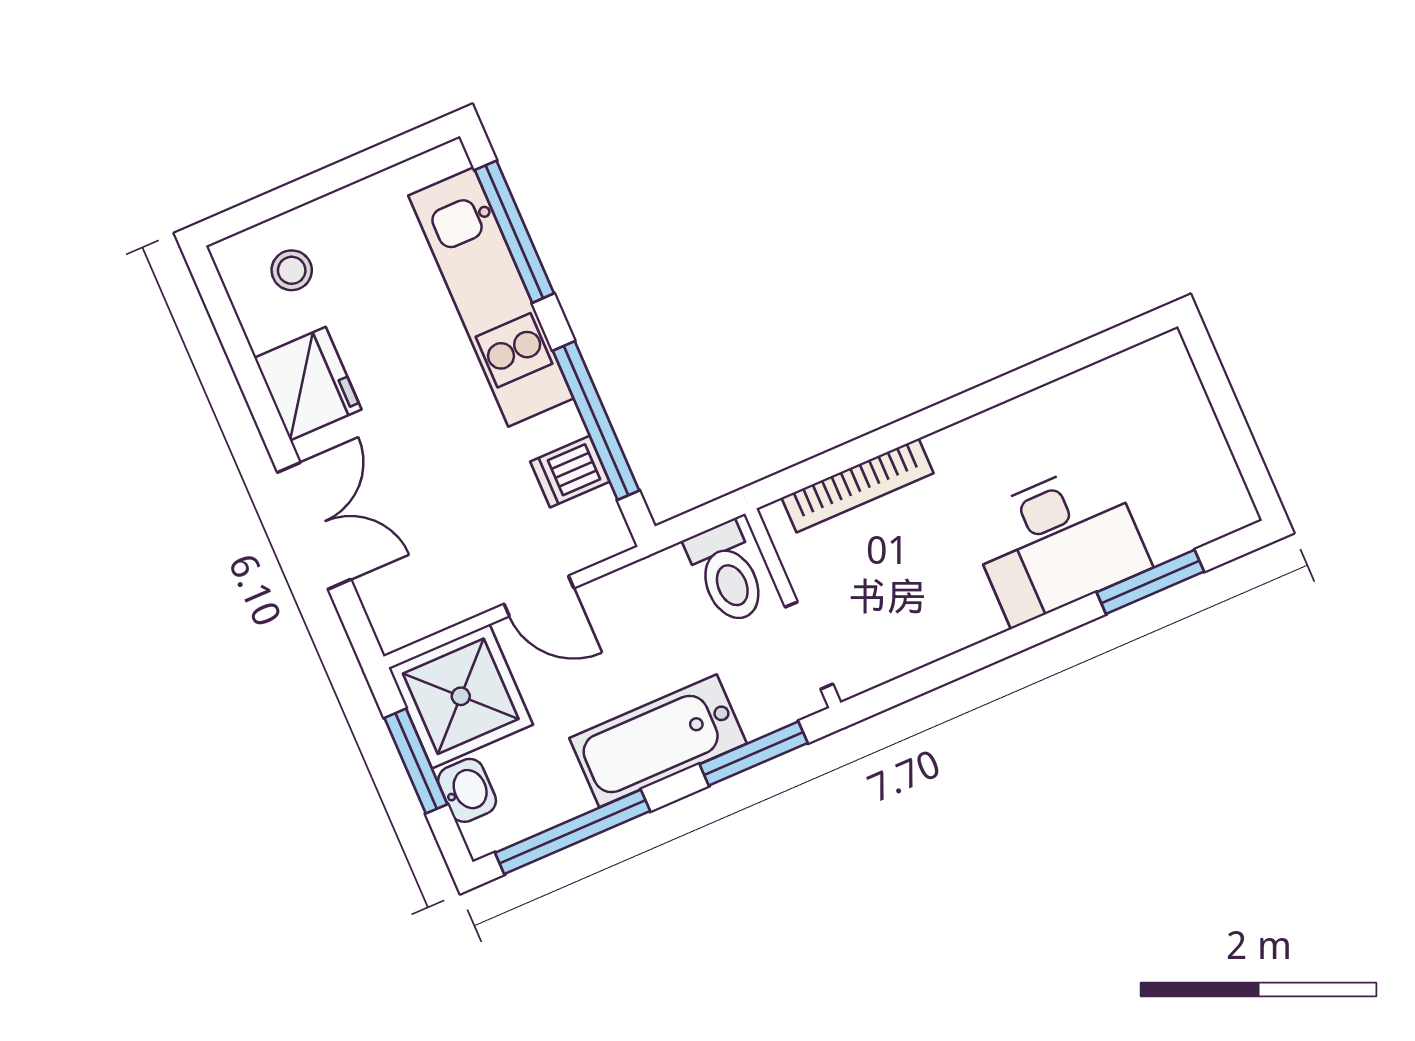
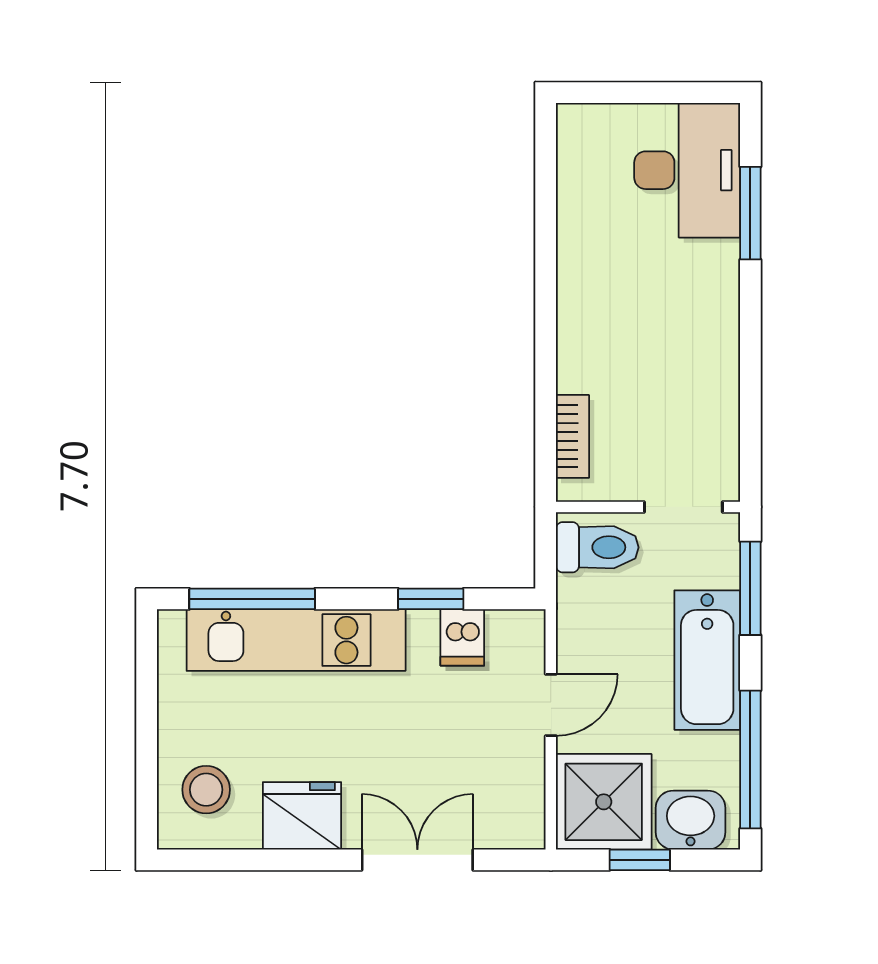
stool: (292, 270) -> (206, 790), width x1.37, depth x1.37
window: (596, 421) -> (431, 599), width x0.46
bookcase: (857, 485) -> (572, 436), width x0.64
desk: (1058, 543) -> (687, 170), moved
window: (416, 761) -> (640, 860), width x0.67
washbasin: (467, 790) -> (691, 820), width x1.38, depth x1.45

